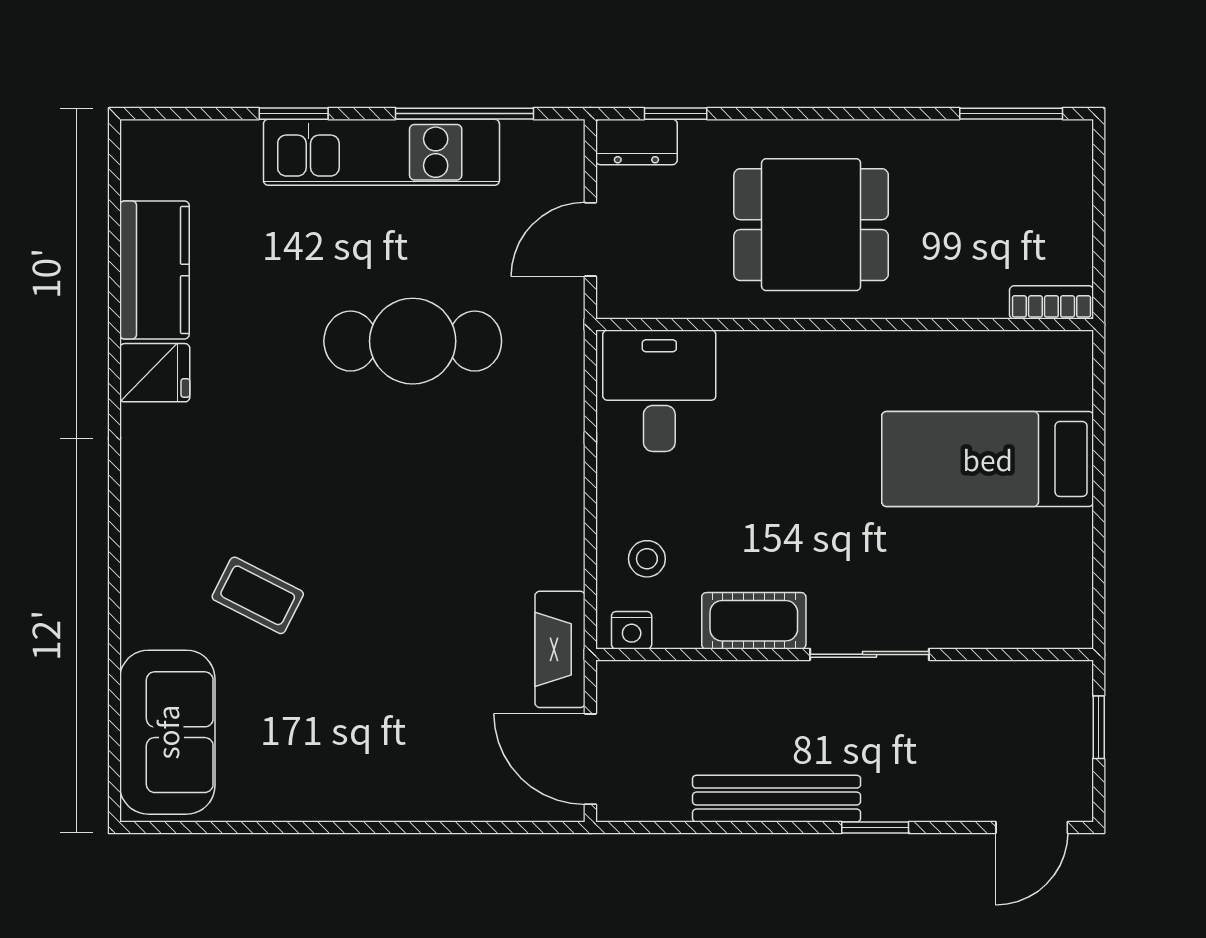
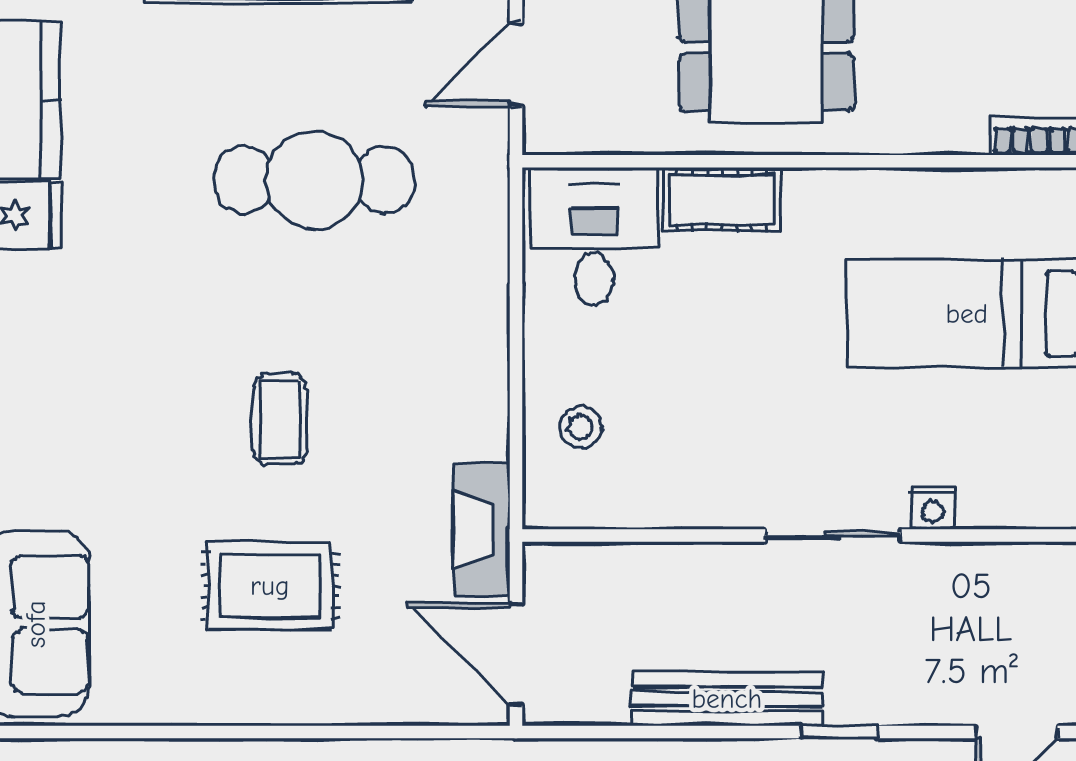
coffee table: (258, 595) -> (280, 419), moved, turned 63
cot: (754, 621) -> (722, 199), moved
nightstand: (632, 630) -> (933, 508), moved
rug: (374, 699) -> (270, 586), added

